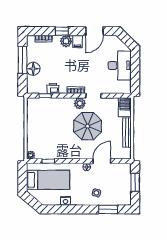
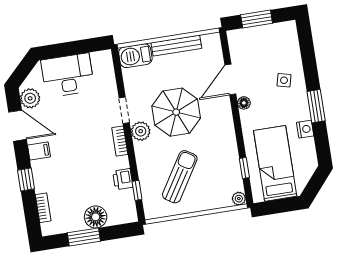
plant: (66, 41) -> (30, 98), moved
window: (22, 60) -> (84, 237), width x0.69
sun lounger: (49, 122) -> (180, 177), added
door: (102, 161) -> (230, 80), hinge flipped
window: (108, 209) -> (316, 106), moved

